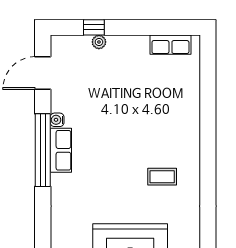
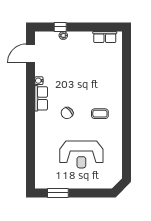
window: (43, 150) -> (31, 98), removed
chair: (106, 175) -> (67, 113), added

